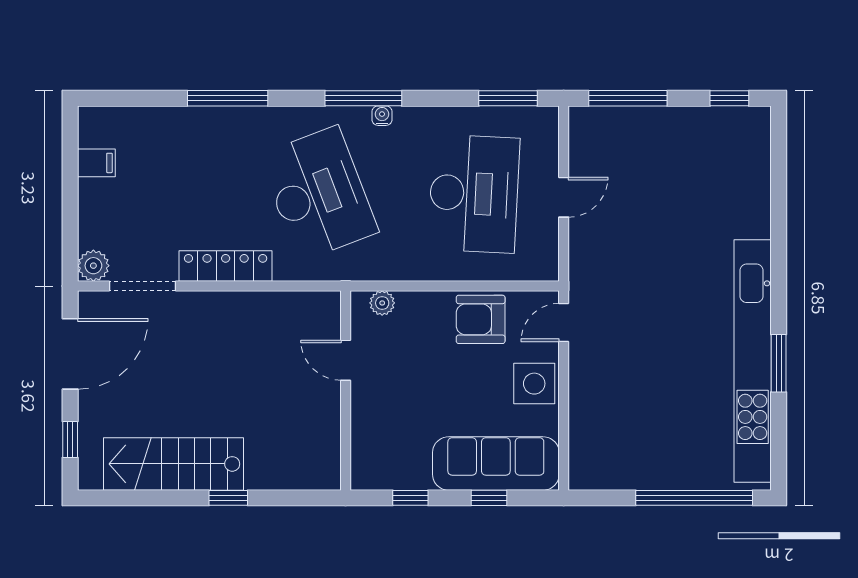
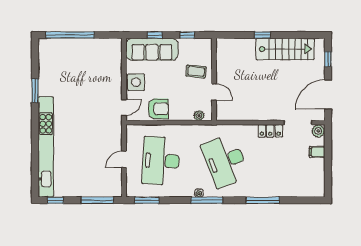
filing cabinet: (96, 163) -> (317, 152), moved
locker: (226, 266) -> (270, 131), width x0.66
kitchen unit: (753, 361) -> (46, 147), moved
coffee table: (389, 410) -> (196, 71), added

